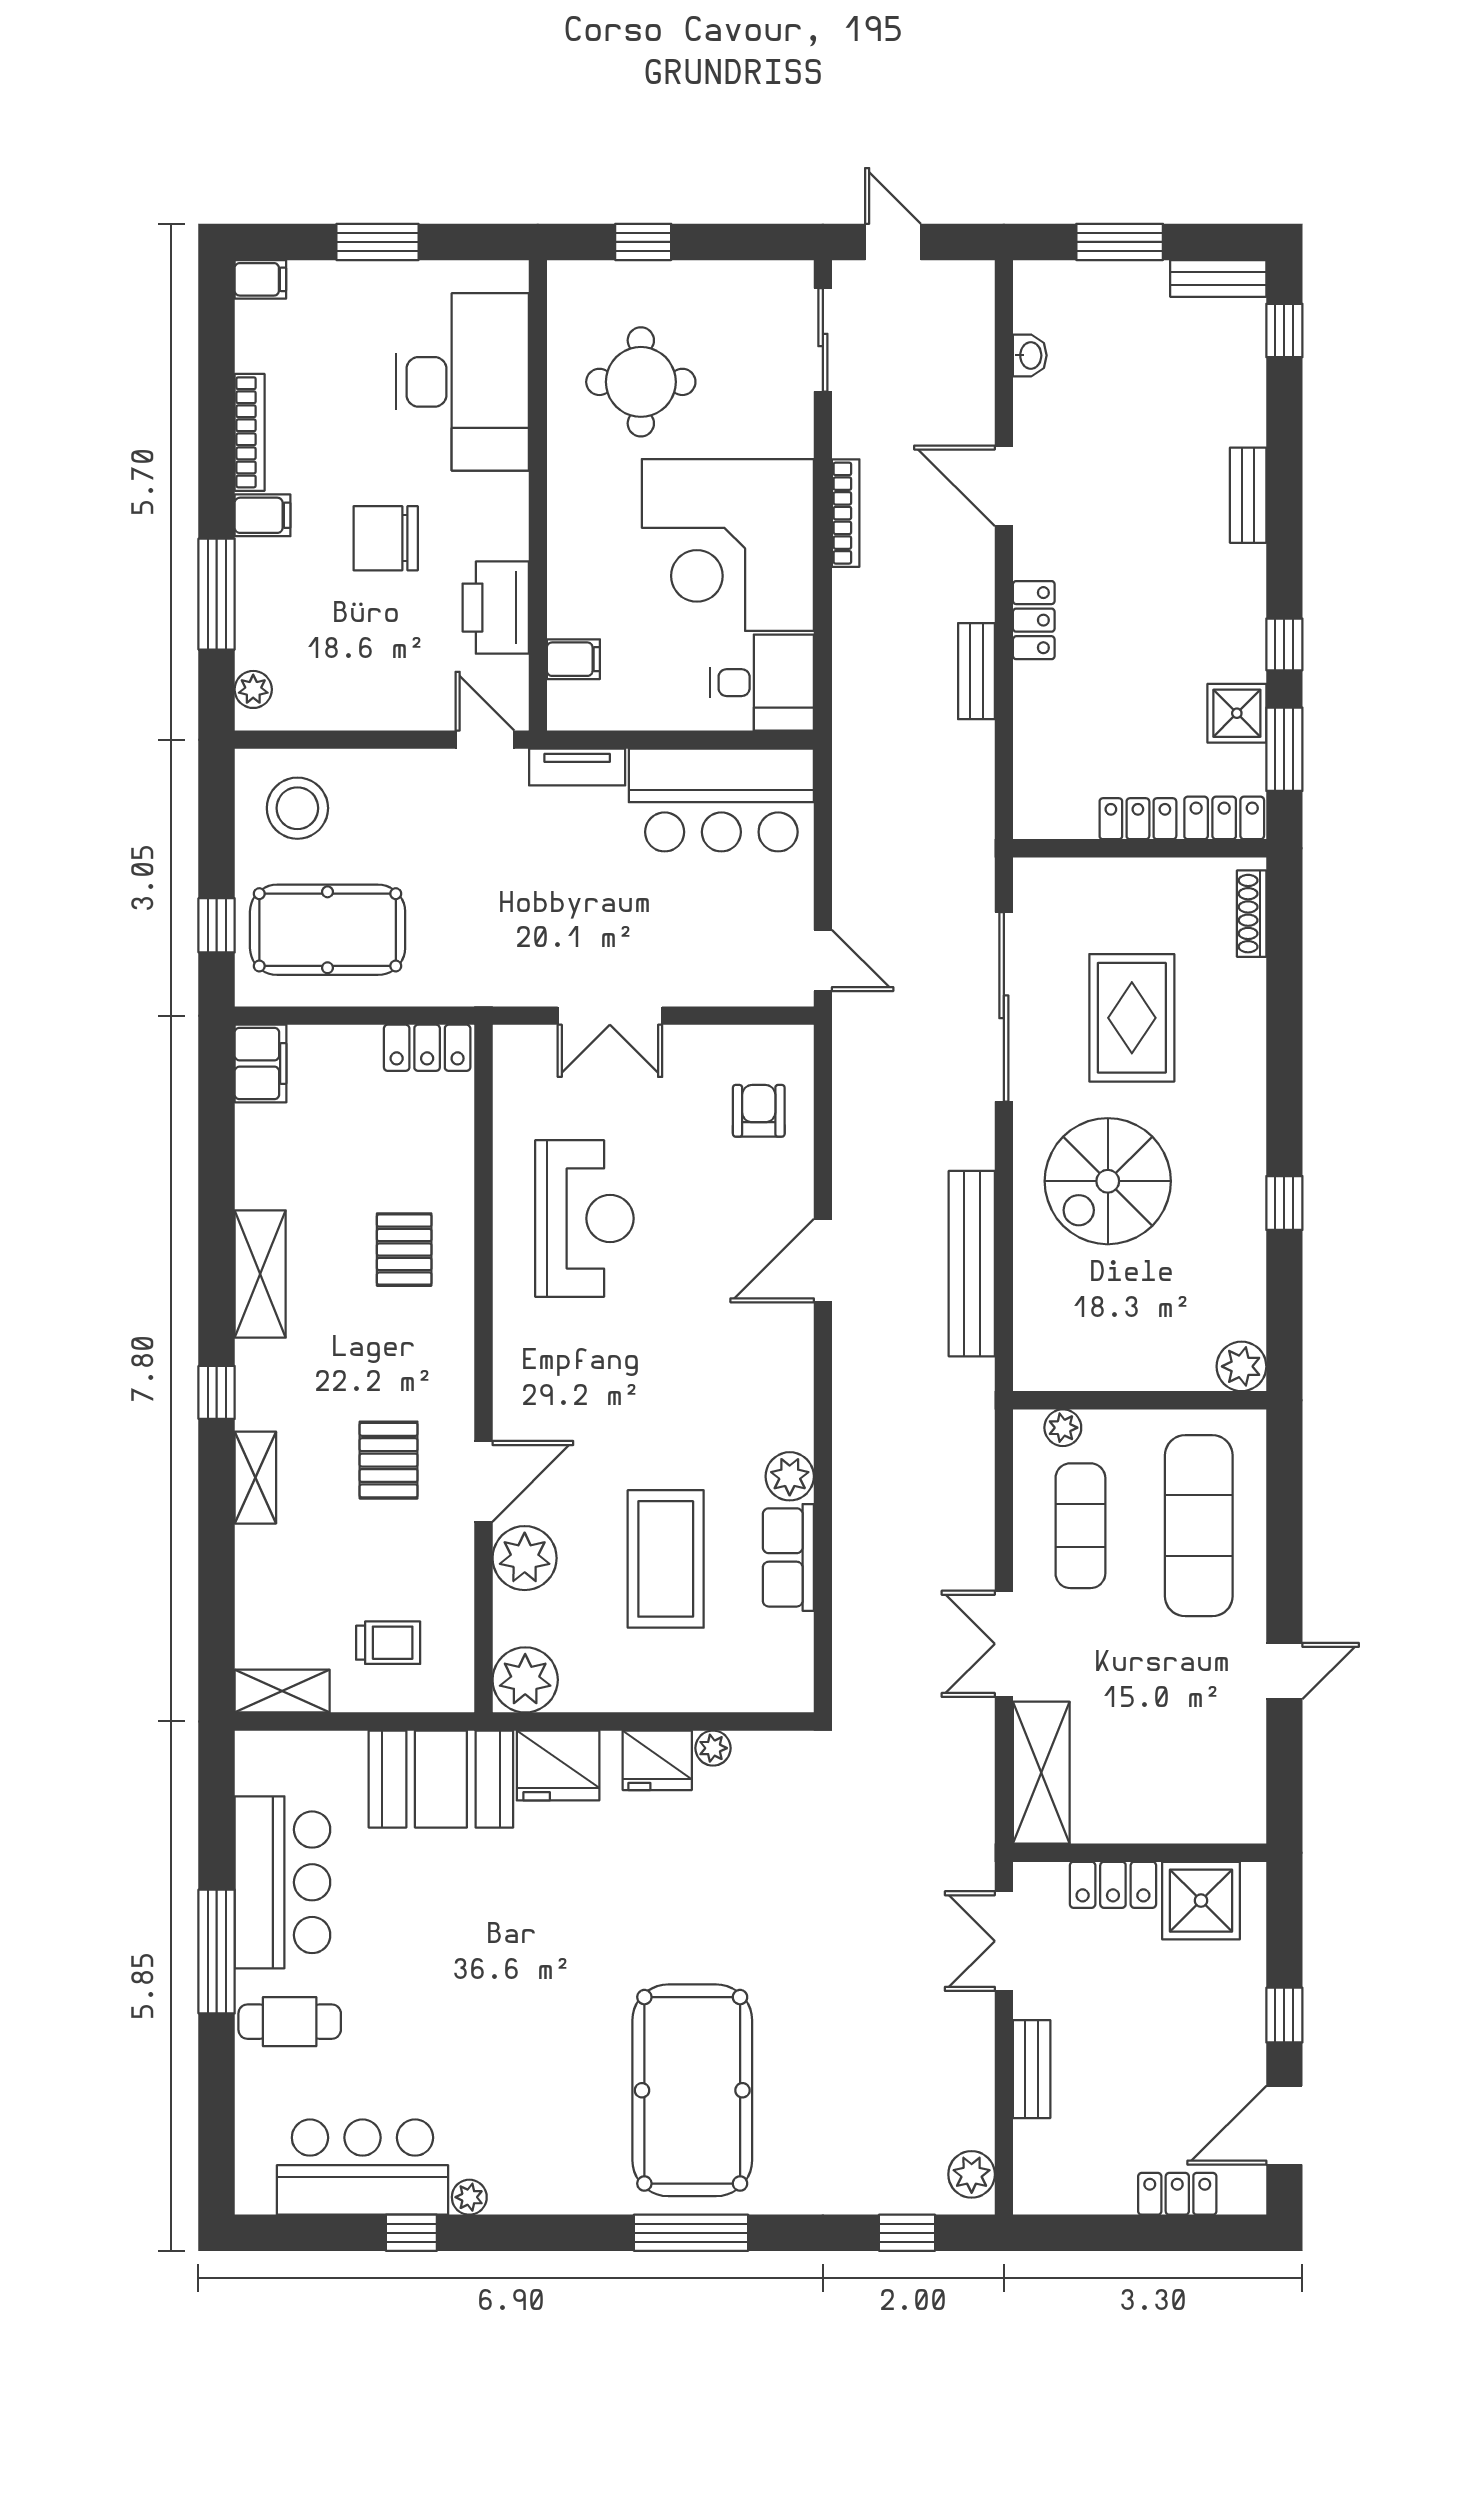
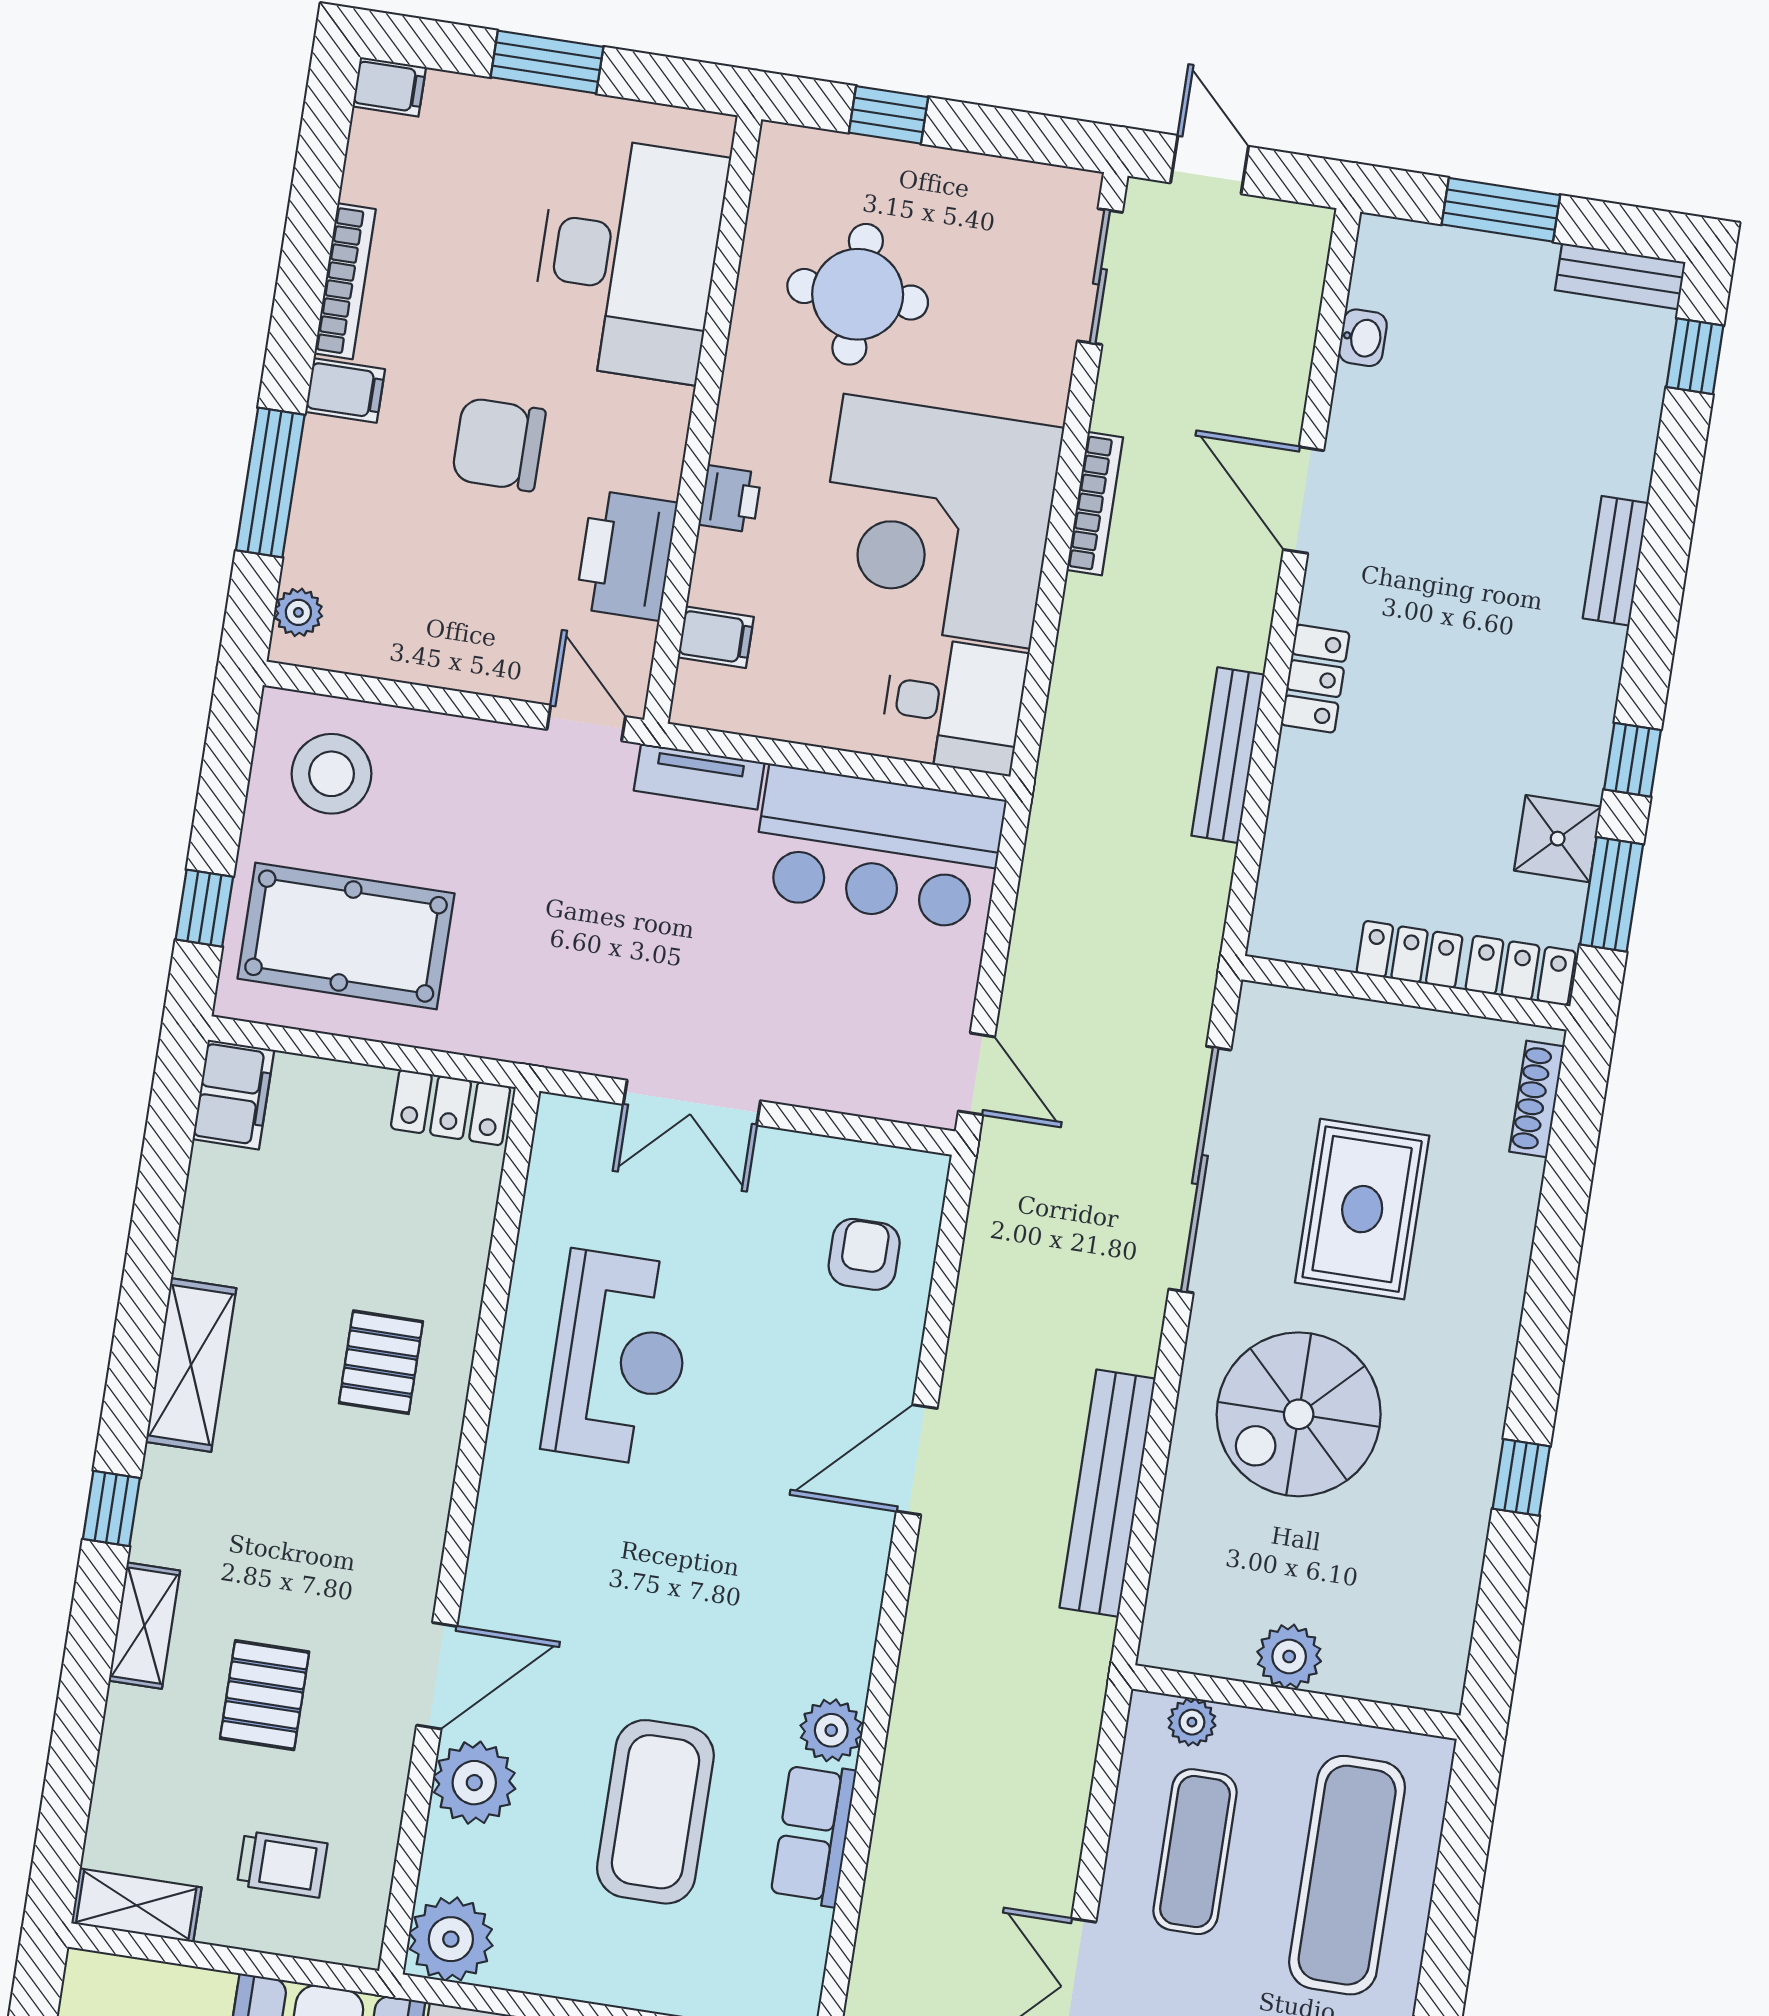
printer: (568, 552) -> (730, 499), added
bench: (976, 671) -> (1228, 755), width x1.36
plant: (1241, 1366) -> (1289, 1656), moved
pallet: (389, 1460) -> (265, 1695), moved

